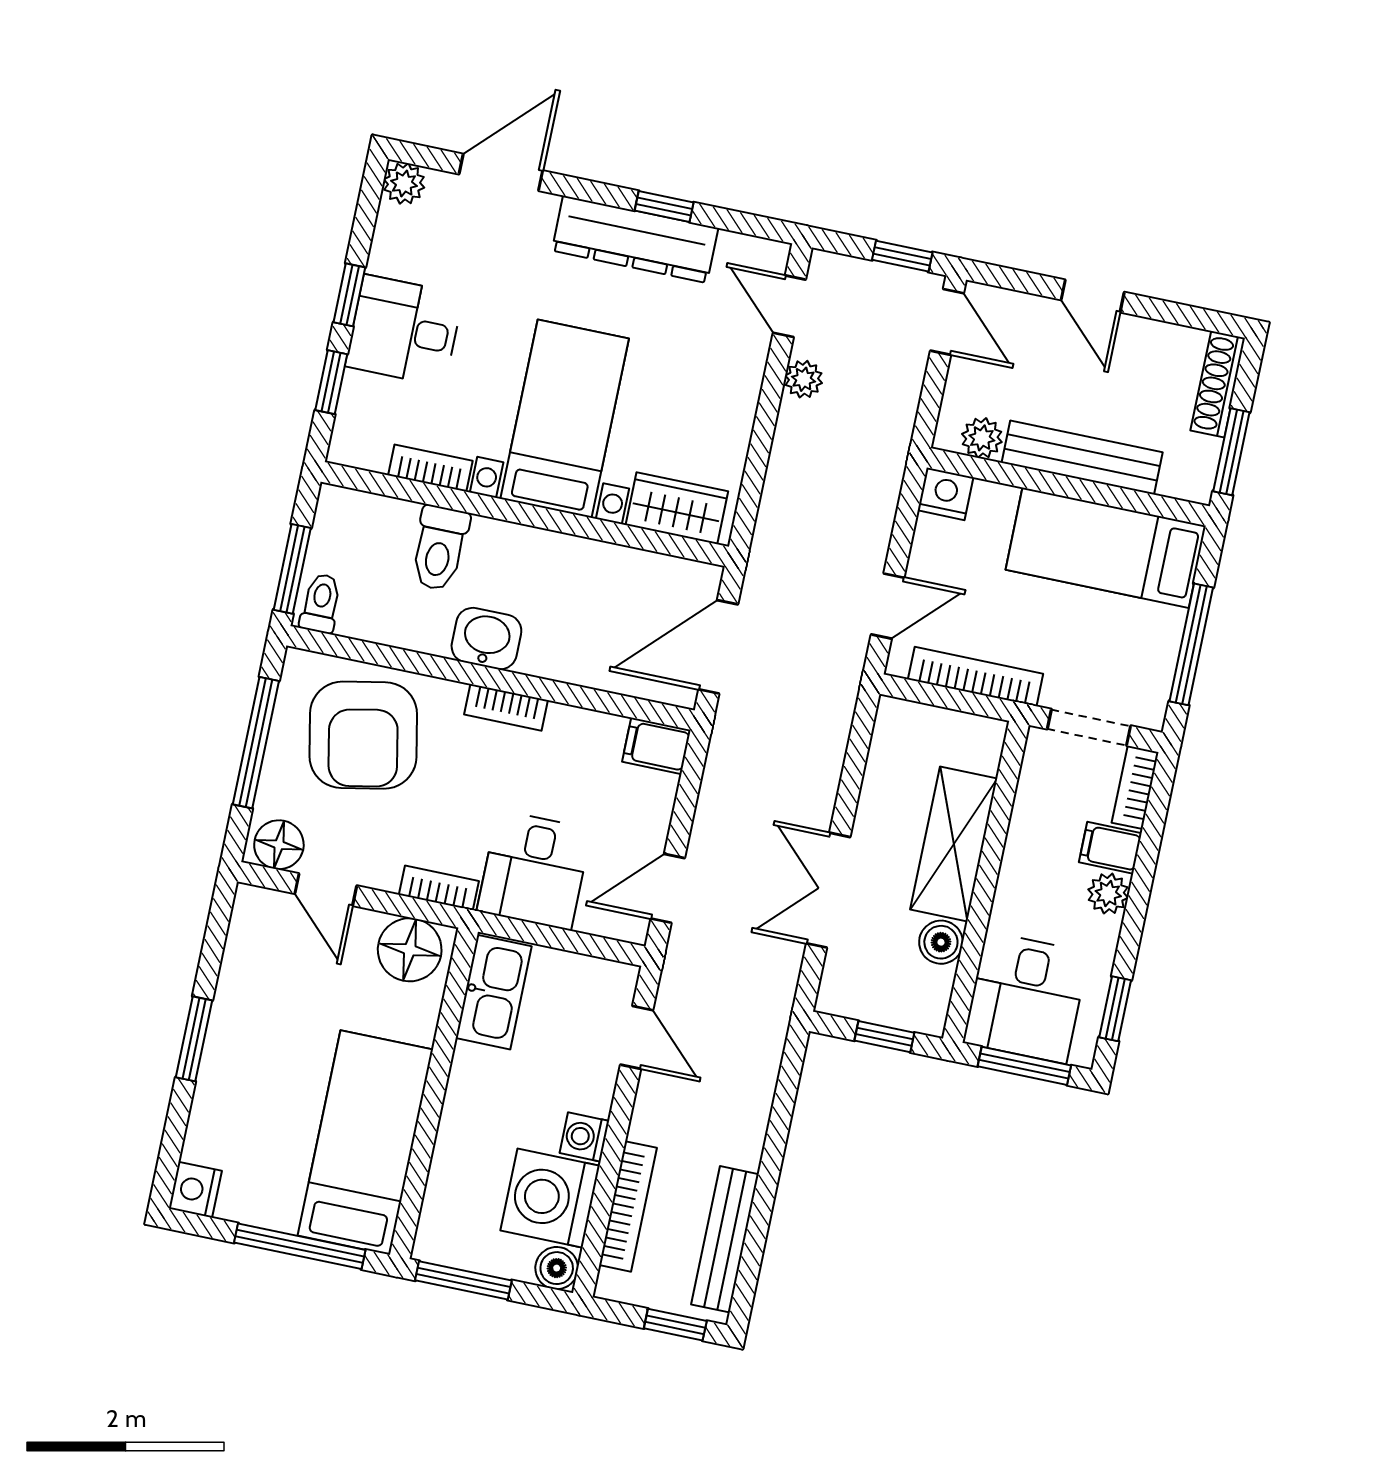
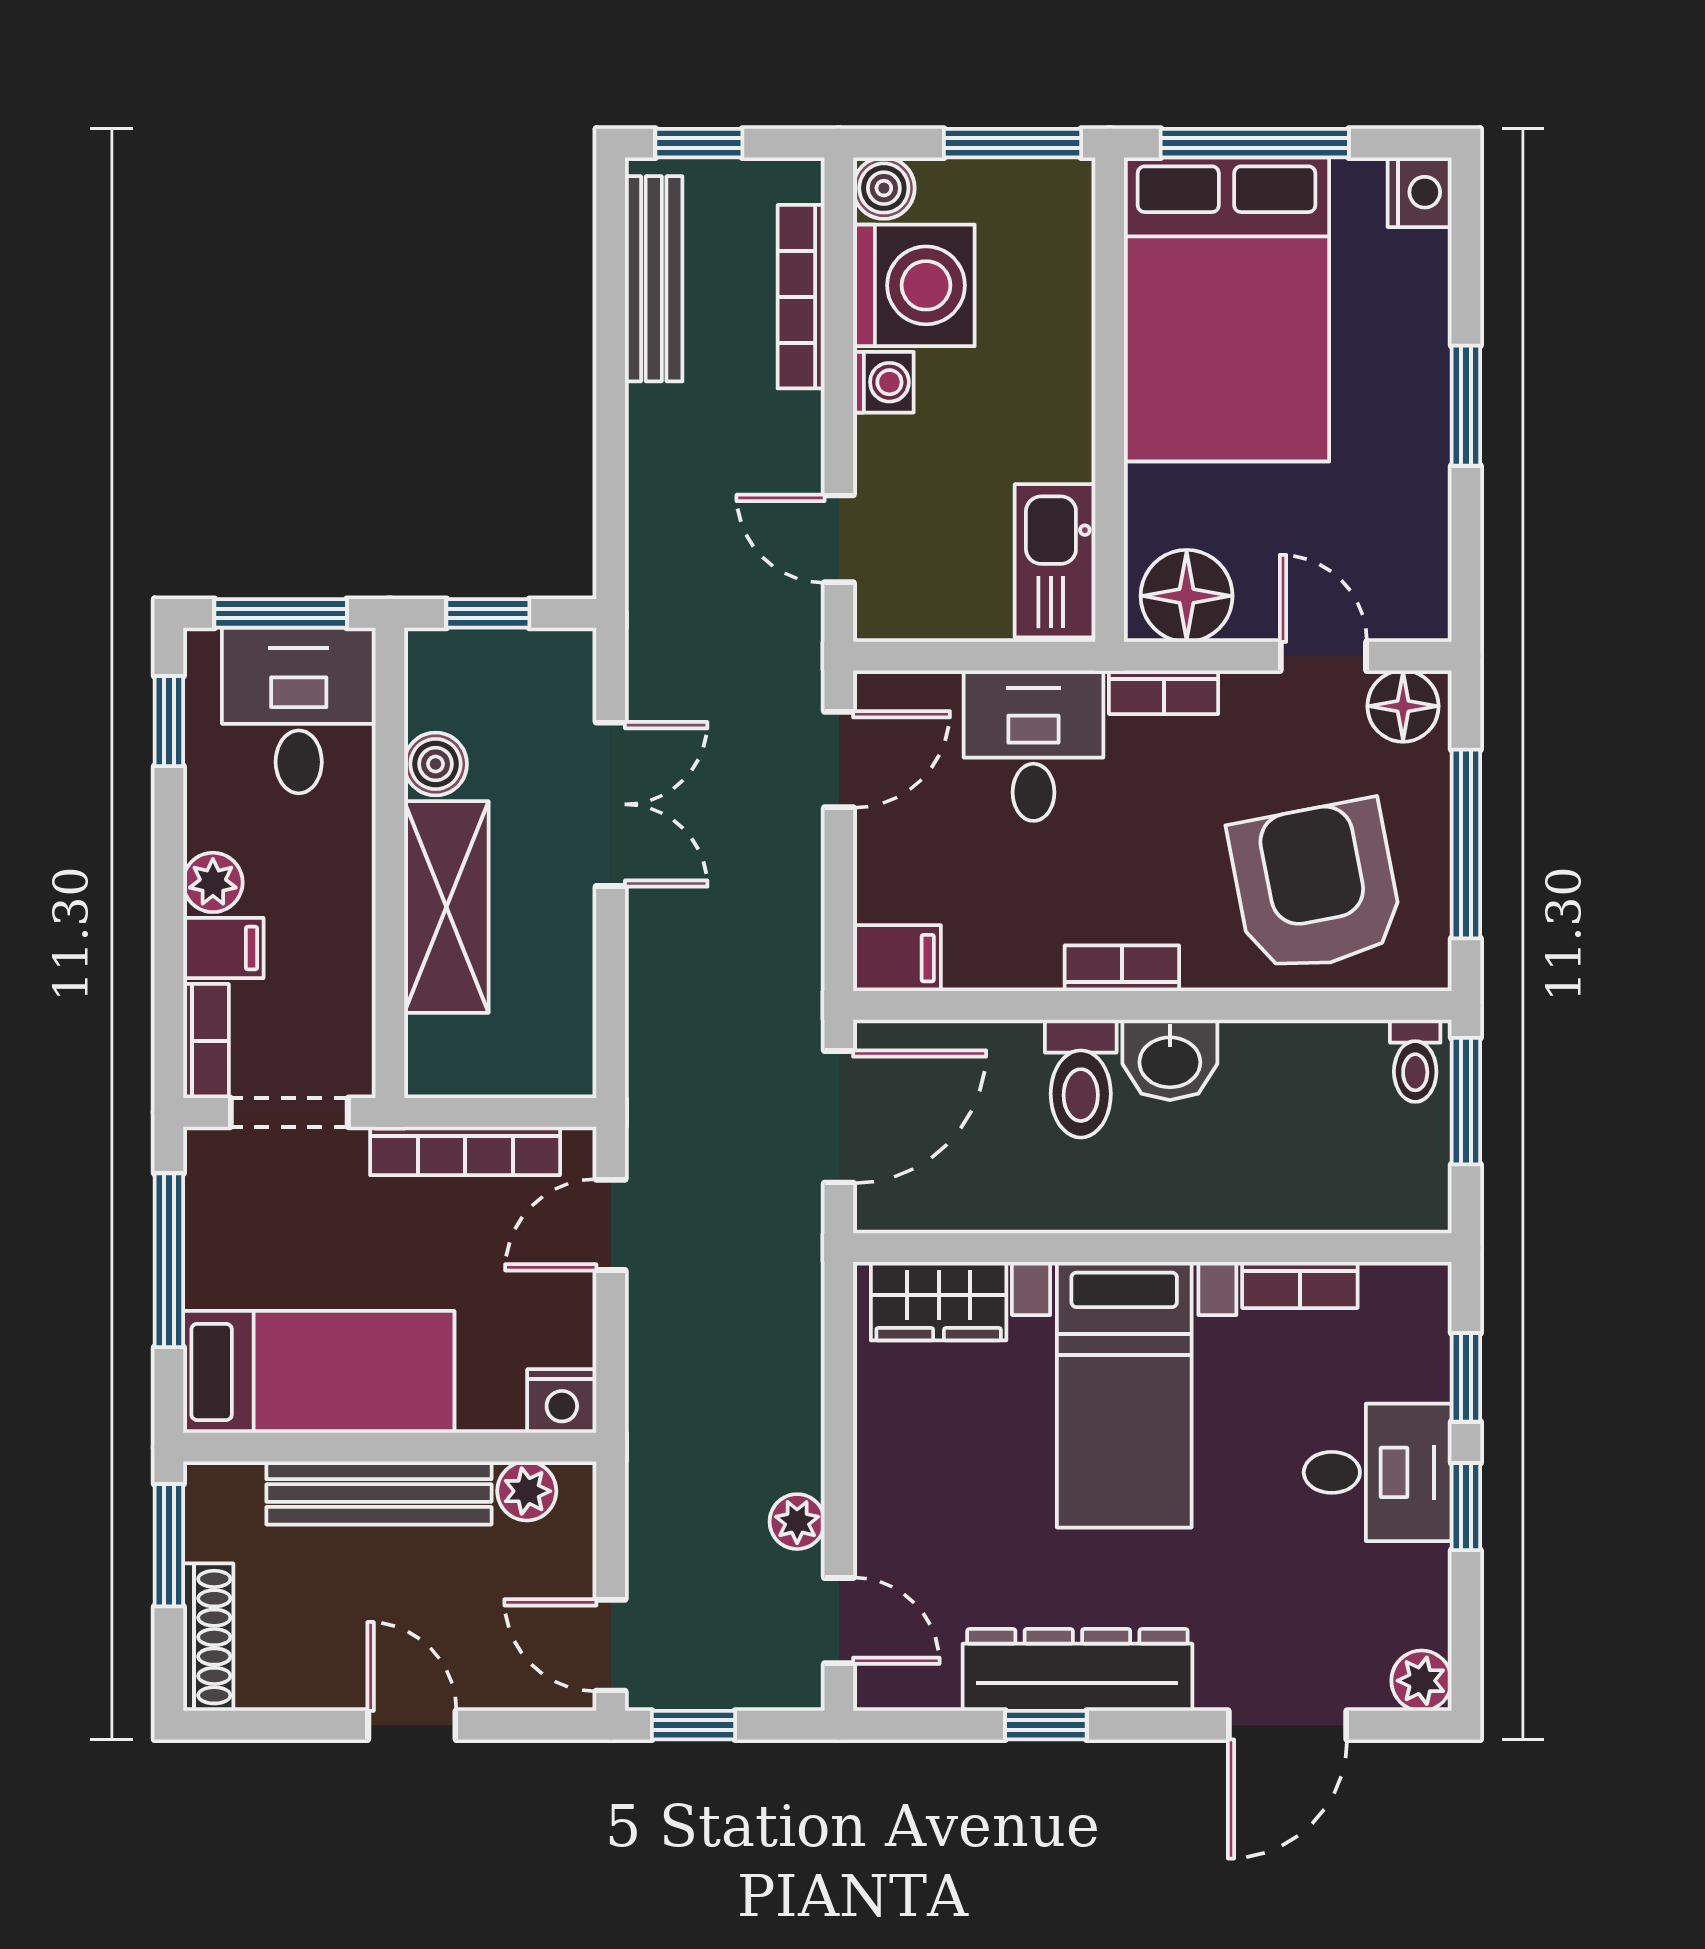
toilet: (440, 548) -> (1081, 1079), moved, turned 180
bed: (365, 1143) -> (1227, 309), width x1.50

